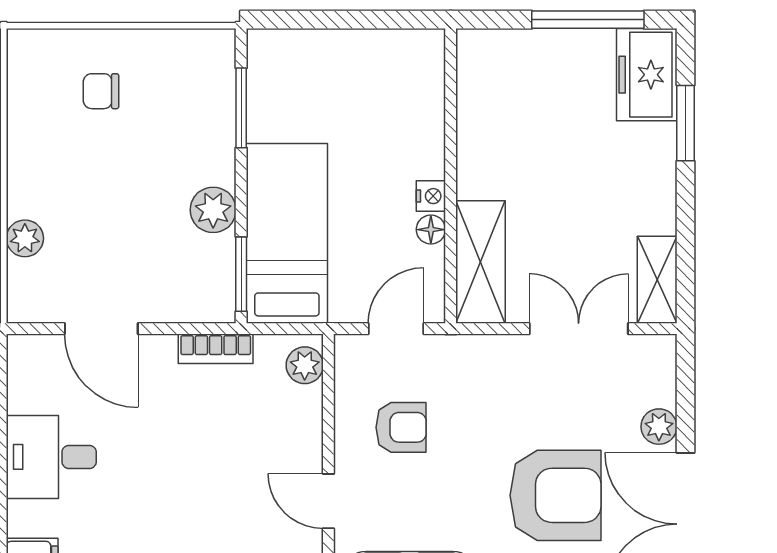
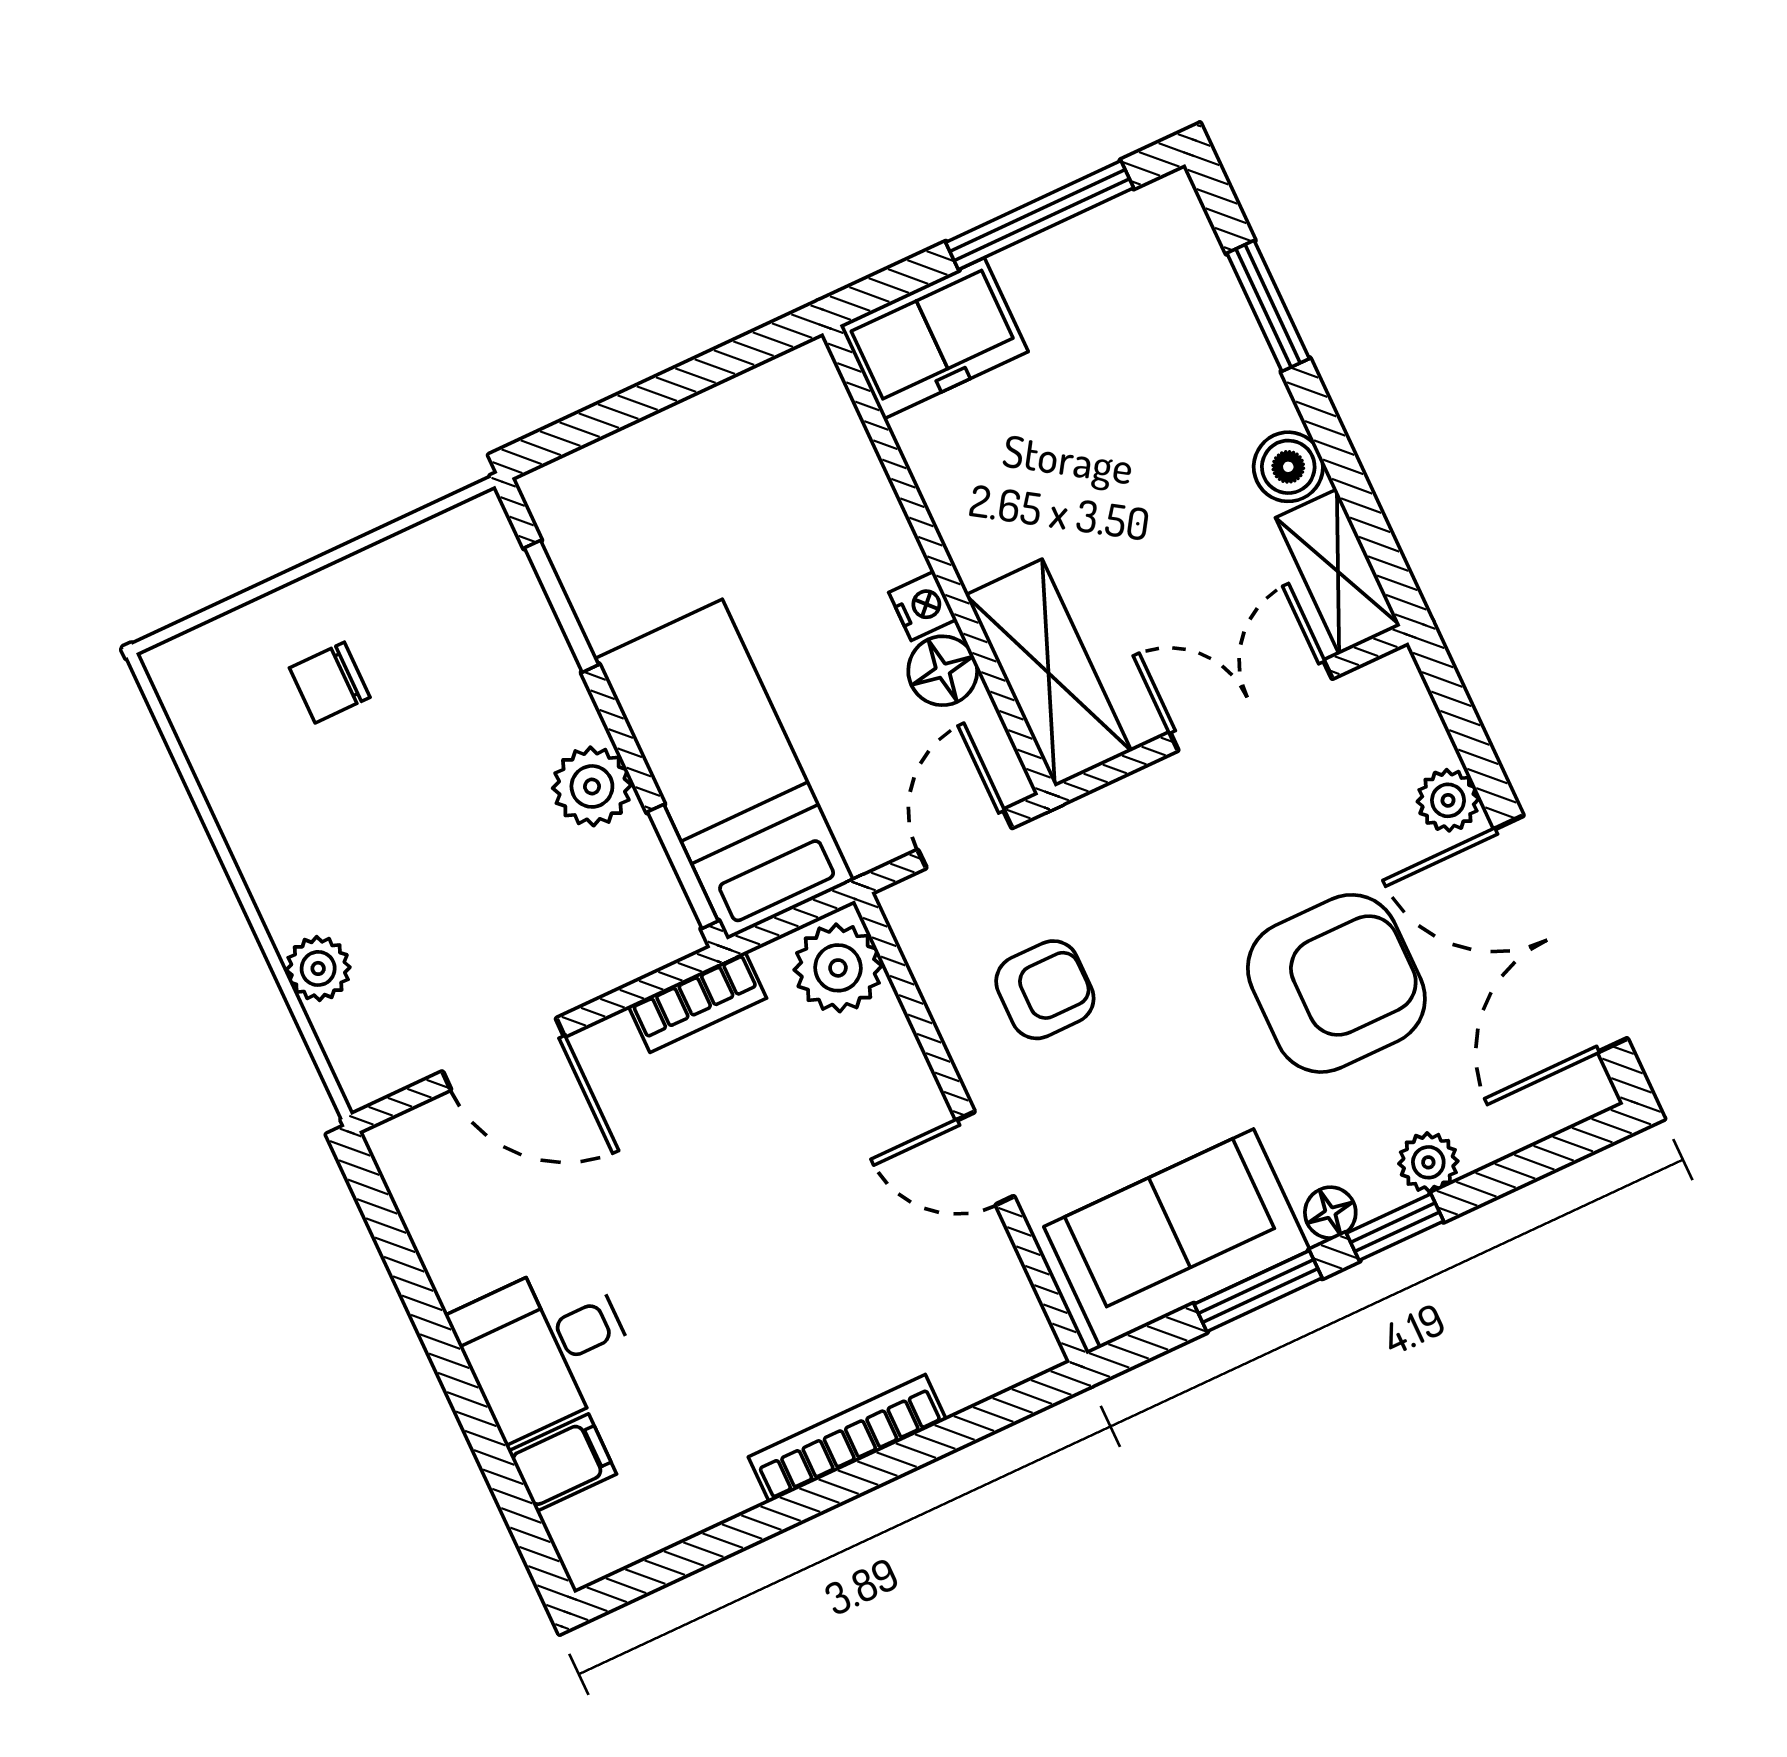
freezer: (647, 75) -> (934, 338), moved, turned -90
boiler: (657, 213) -> (1288, 467), added
floor lamp: (431, 230) -> (943, 671), width x1.37, depth x1.37
plant: (305, 365) -> (838, 968), width x1.38, depth x1.38
desk: (51, 457) -> (545, 1348), moved

